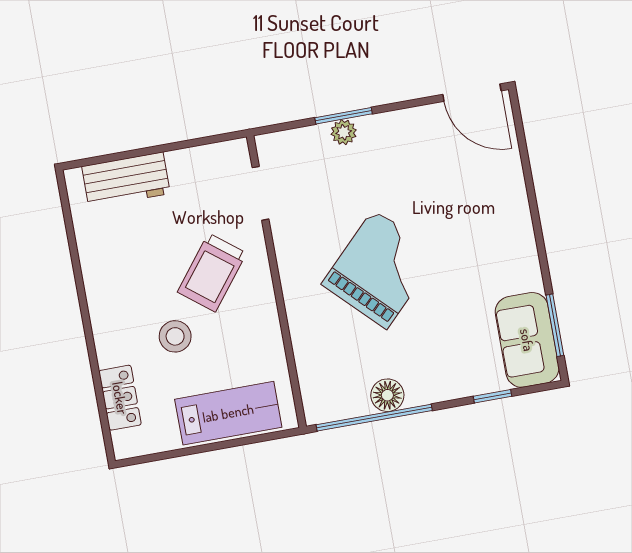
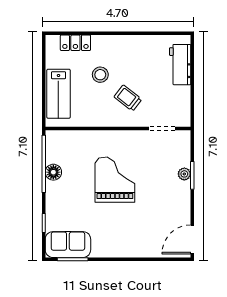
grand piano: (380, 269) -> (115, 180), turned -135
trolley: (212, 273) -> (128, 98), width x0.73, depth x0.72

